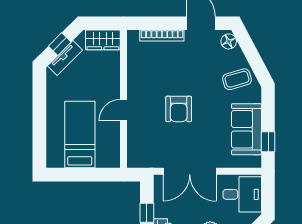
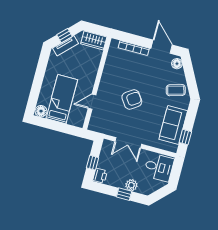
armchair: (179, 109) -> (132, 100), turned -125
door: (123, 110) -> (92, 102), moved
floor lamp: (55, 159) -> (41, 111), added
double door: (190, 171) -> (128, 143), width x0.73

